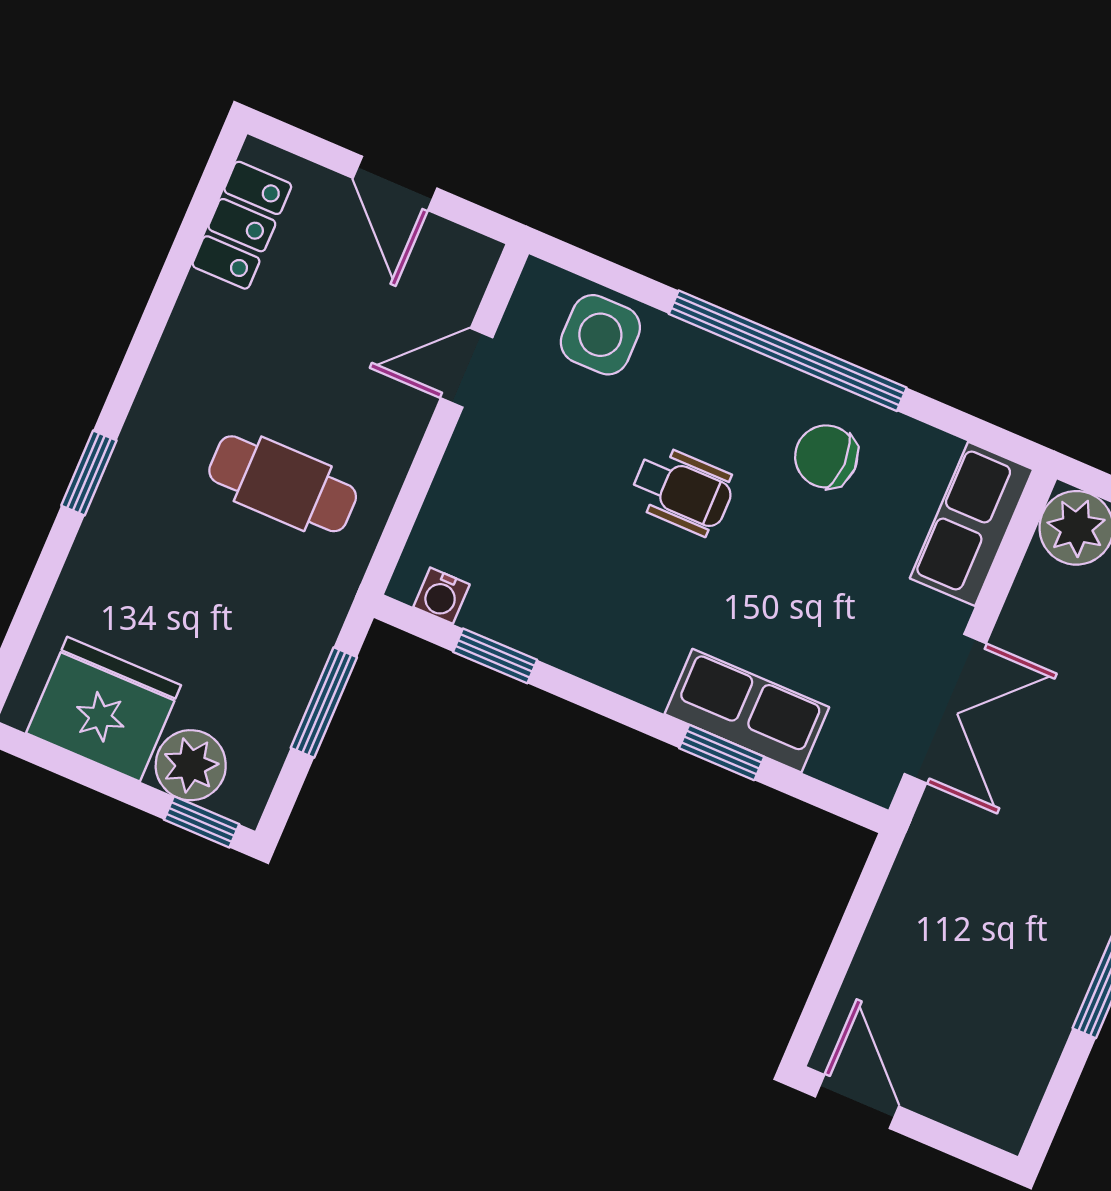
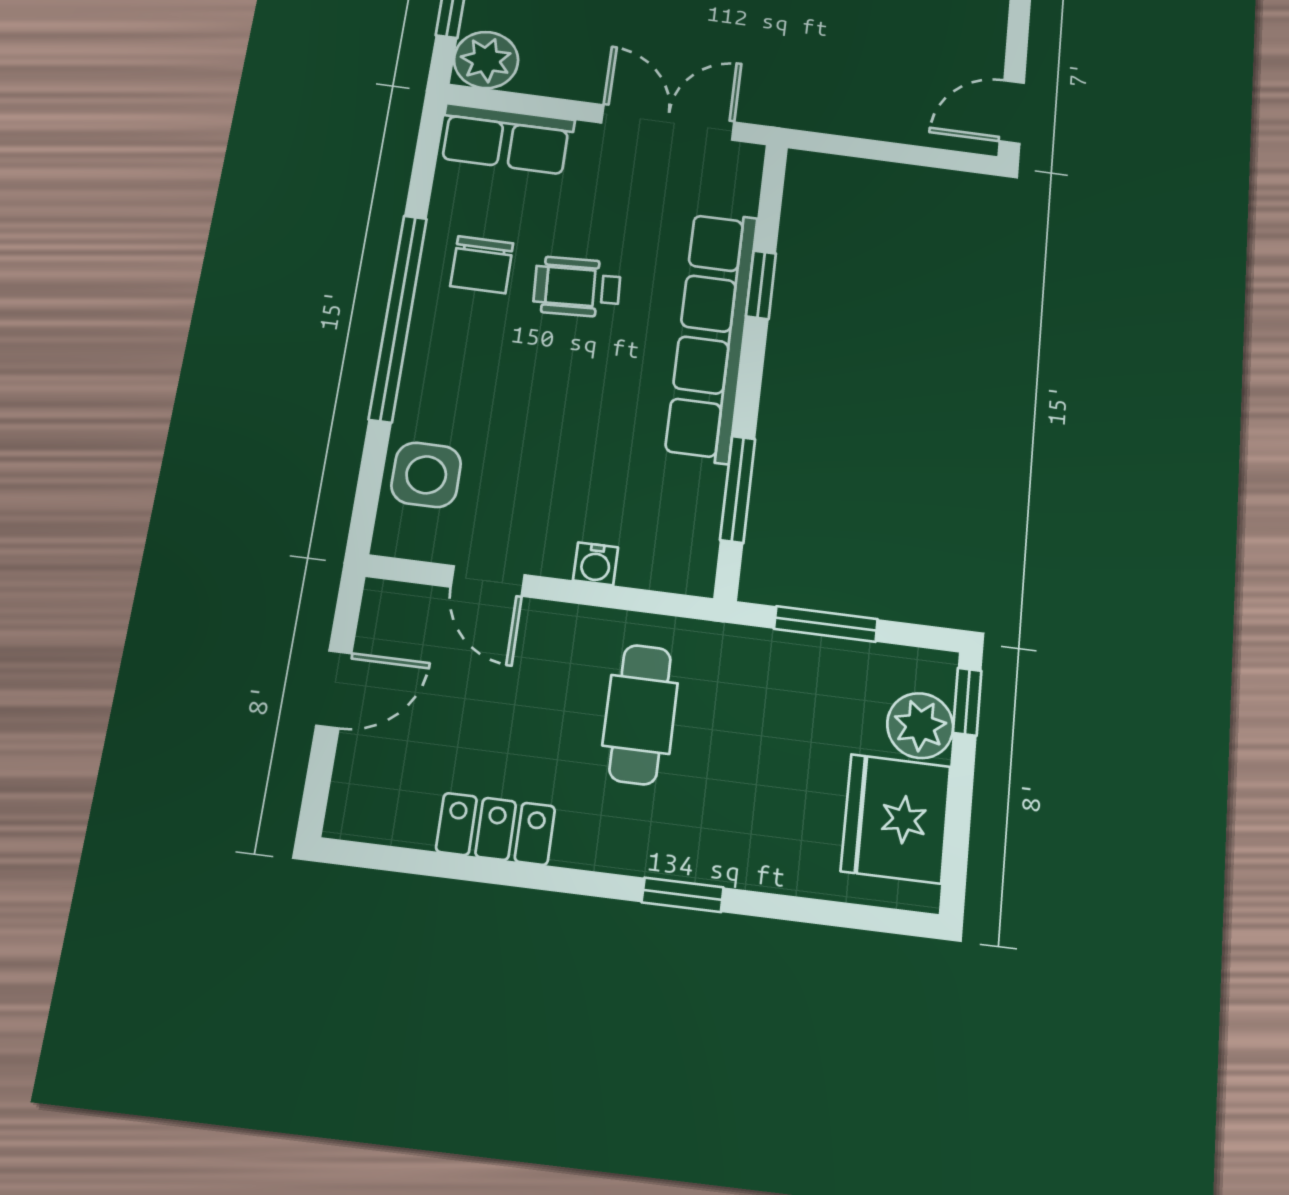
locker: (242, 225) -> (496, 829), moved
wheelchair: (682, 490) -> (577, 287), moved, turned -93
water cooler: (441, 596) -> (596, 564), moved, turned 90
window: (495, 656) -> (738, 489), width x1.50
row of seats: (747, 711) -> (712, 335), width x2.02

